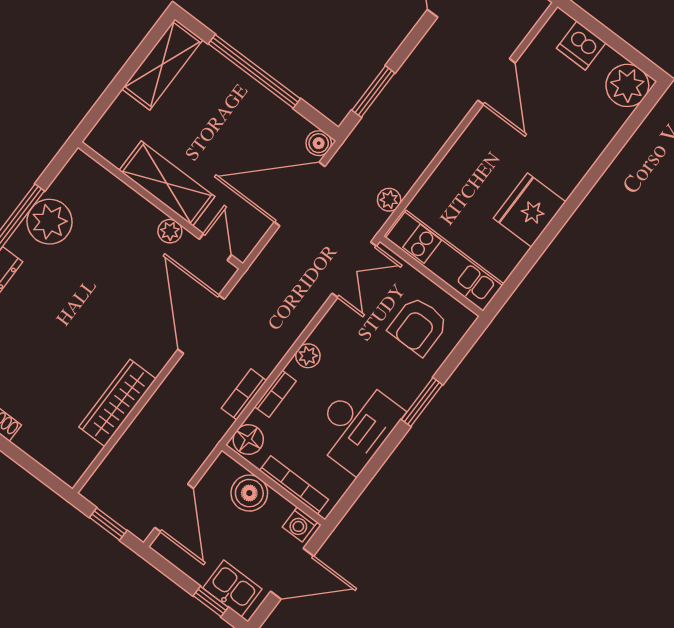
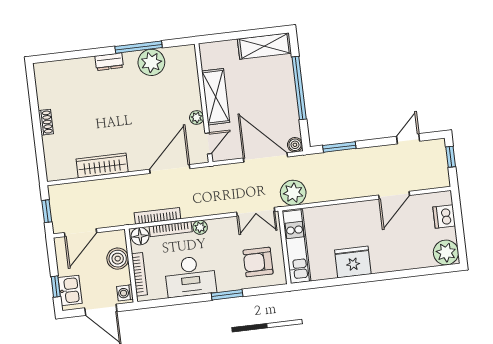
plant: (389, 200) -> (293, 193), width x1.87, depth x1.87
bookcase: (244, 394) -> (157, 216), width x1.56
bookcase: (275, 394) -> (171, 229), width x1.56

